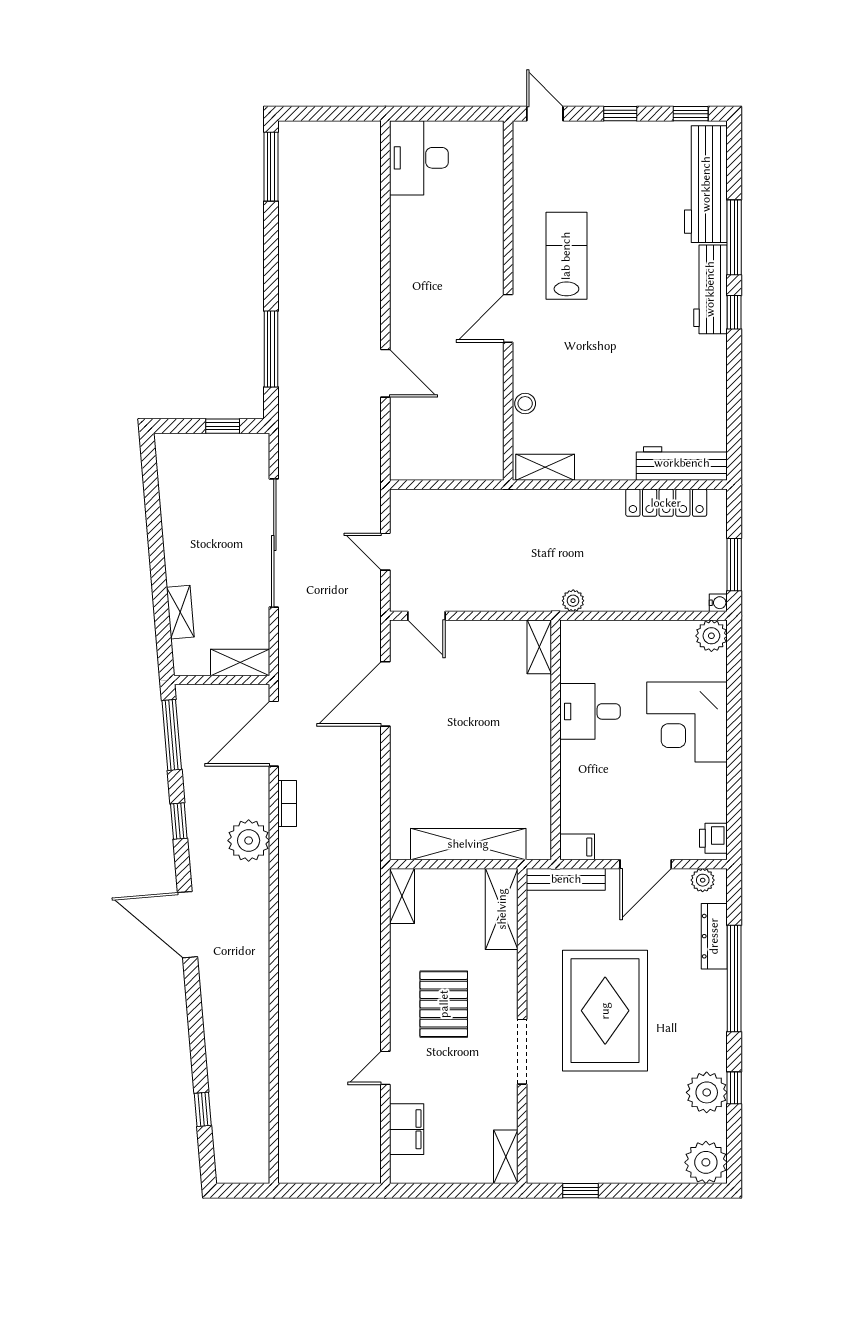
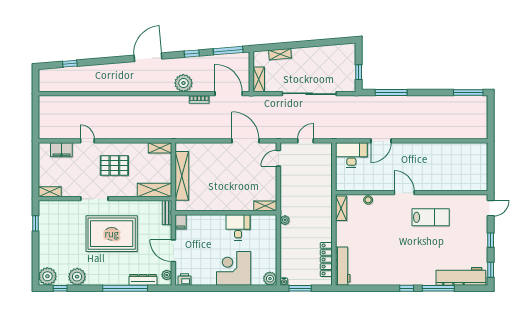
desk: (419, 158) -> (351, 155), moved
workbench: (710, 289) -> (416, 278), removed
bench: (566, 879) -> (167, 213), width x0.73
window: (734, 1088) -> (60, 288), moved

